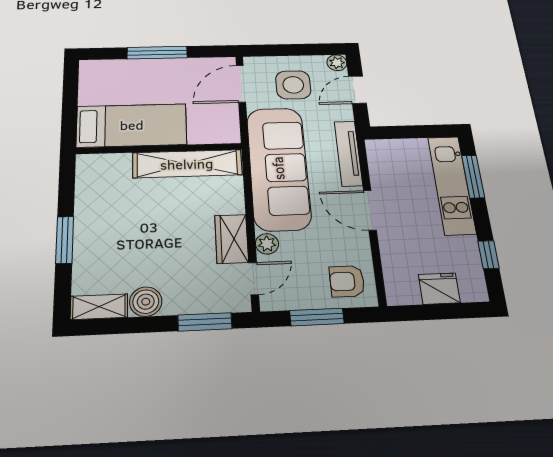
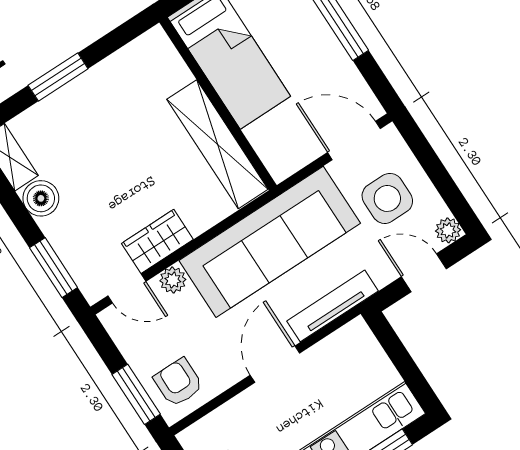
window: (317, 317) -> (136, 394), moved

